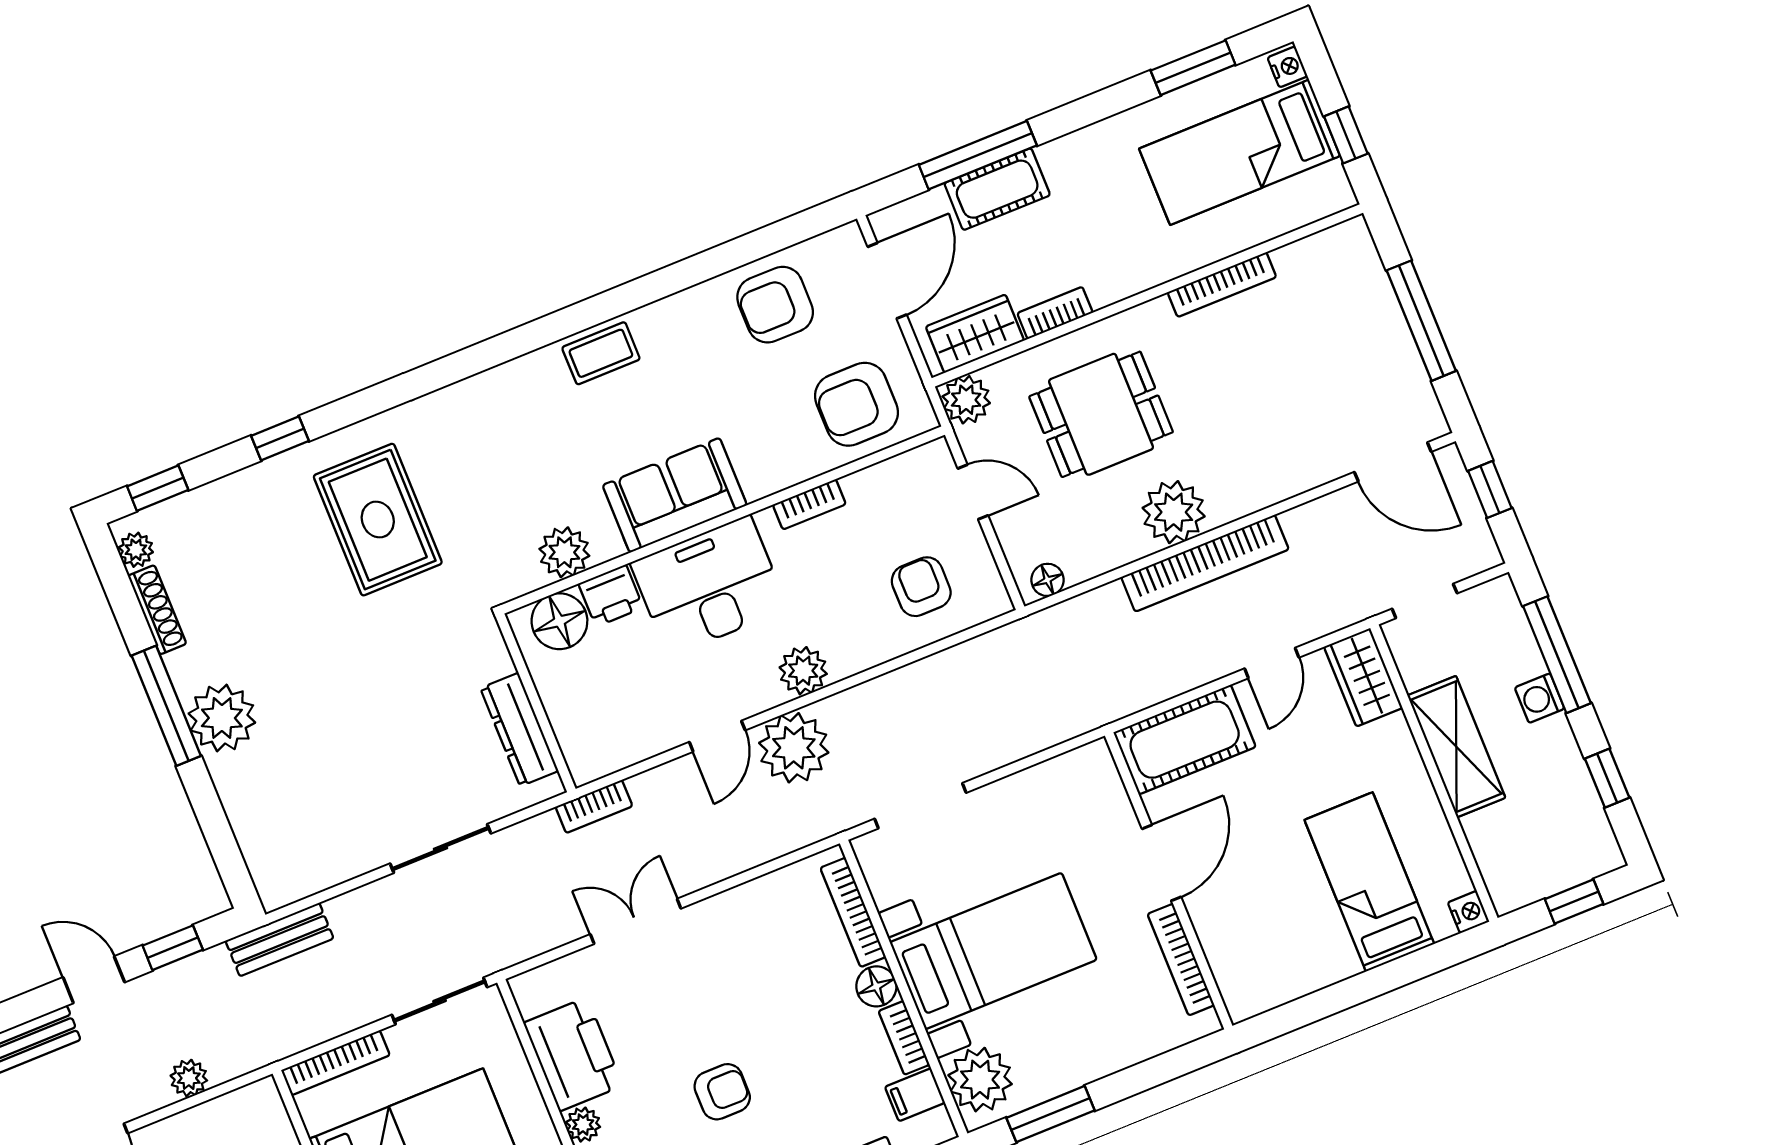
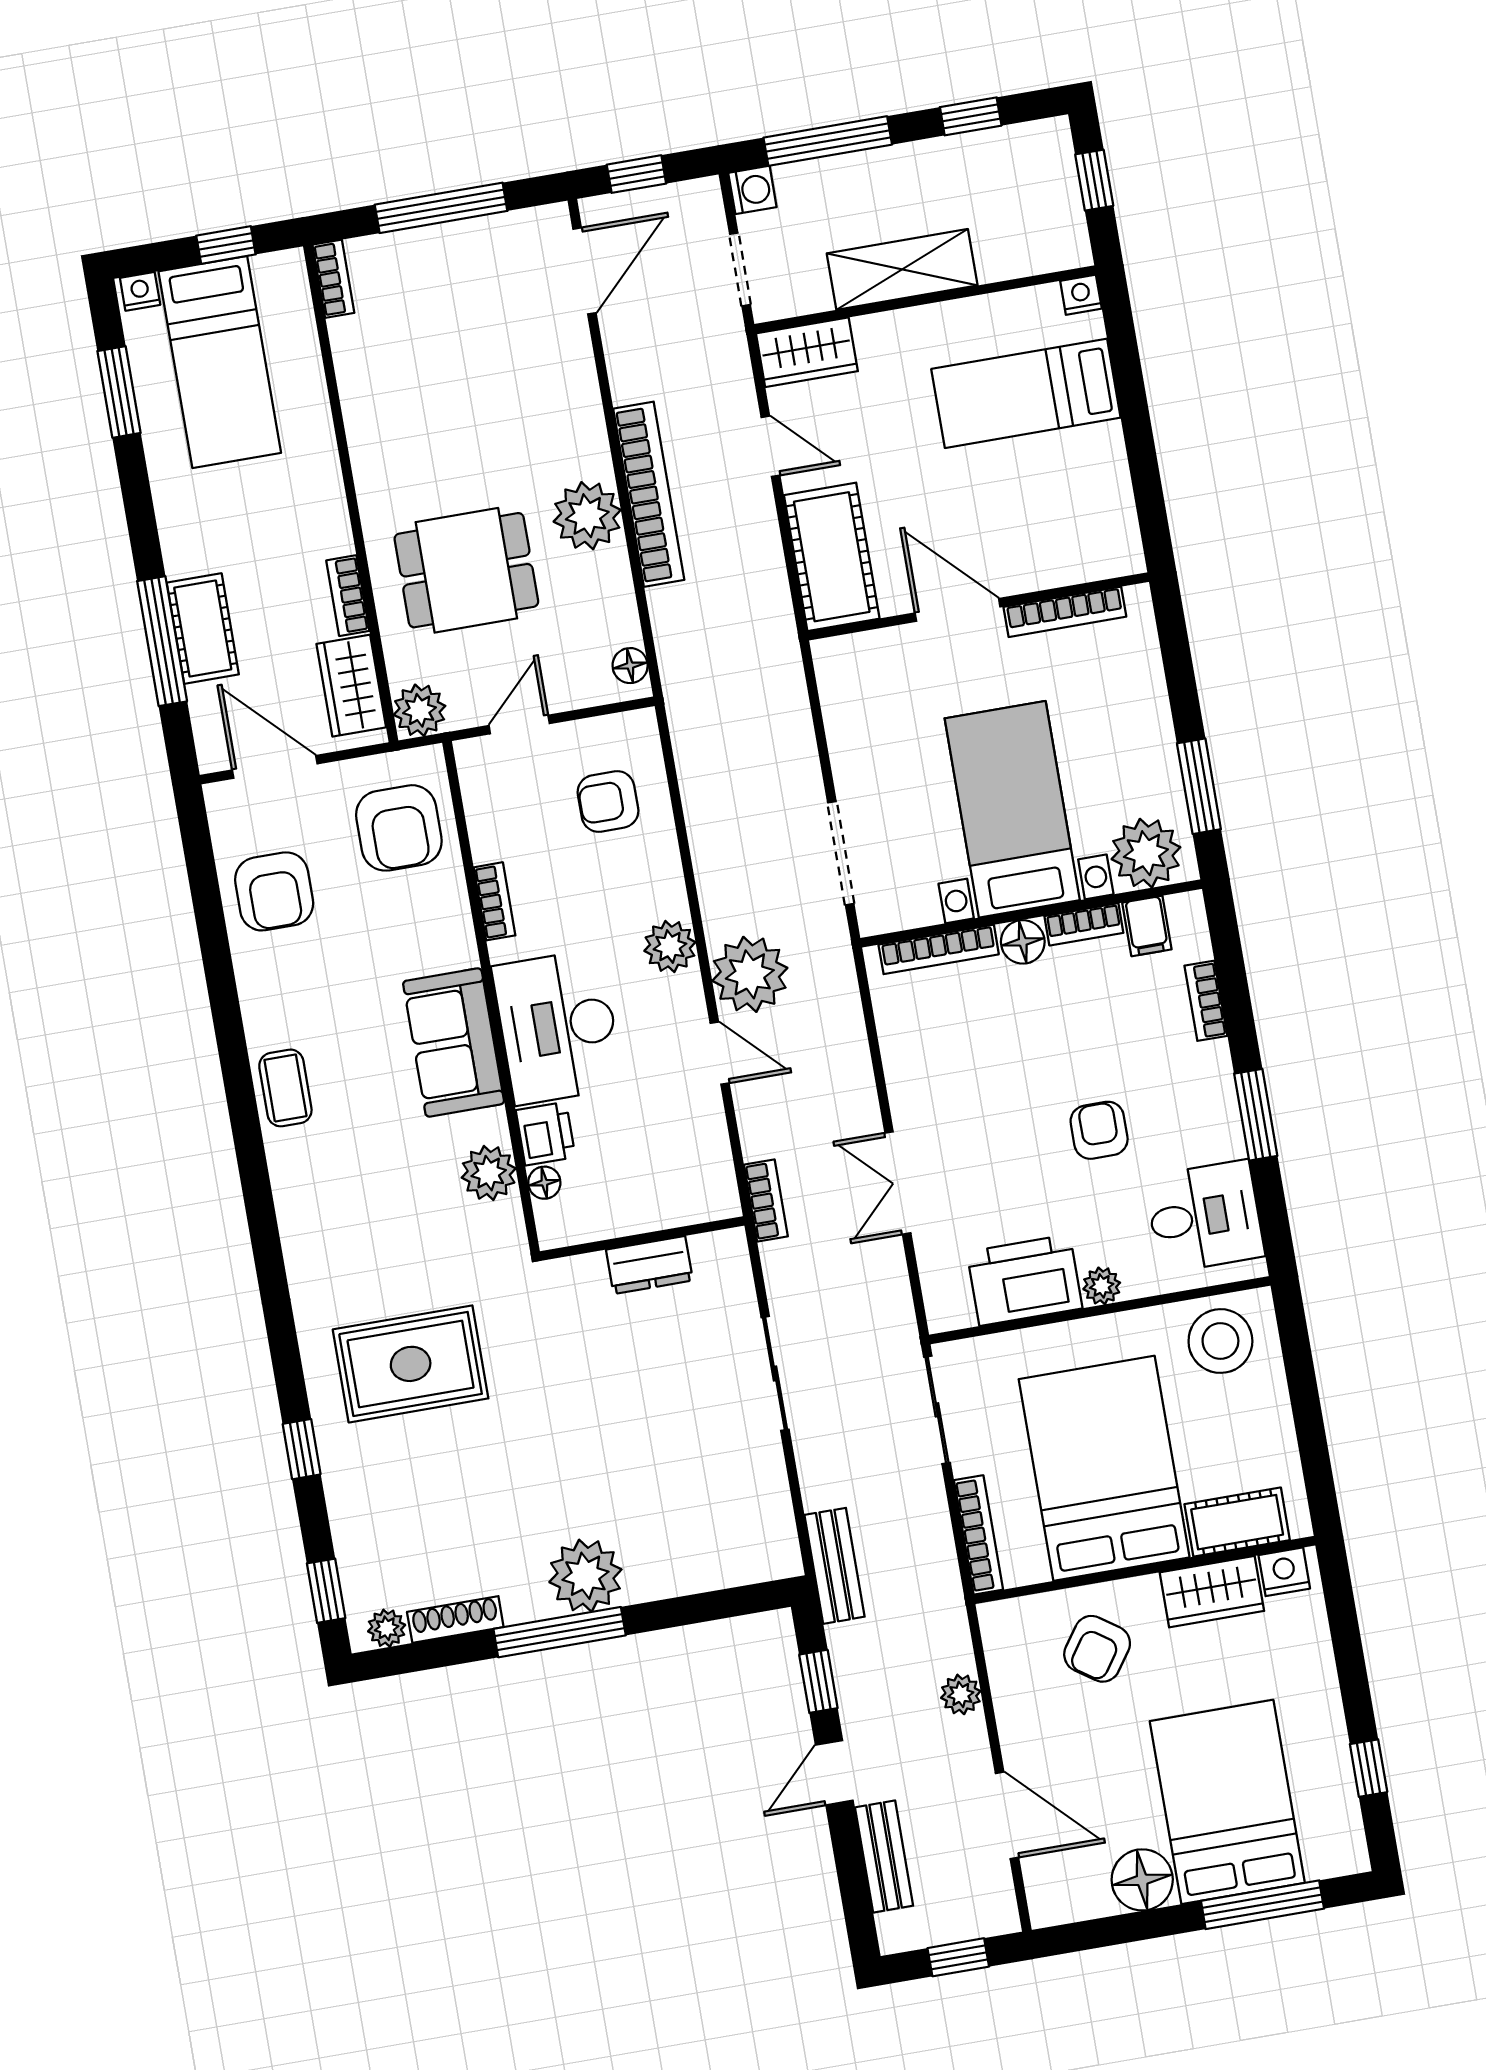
bookcase: (1222, 285) -> (333, 279), moved, width x0.64
dining table: (1101, 414) -> (466, 570), turned 90
floor lamp: (559, 621) -> (544, 1183), width x0.53, depth x0.53
washing machine: (1540, 698) -> (752, 190), moved, turned -90
dresser: (519, 730) -> (649, 1265), width x0.70

